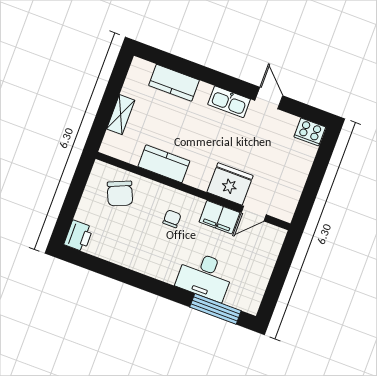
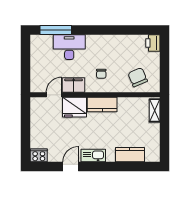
door: (269, 98) -> (71, 167), swing flipped
shelving: (121, 115) -> (155, 110), moved
kitchen counter: (164, 164) -> (102, 104), moved

